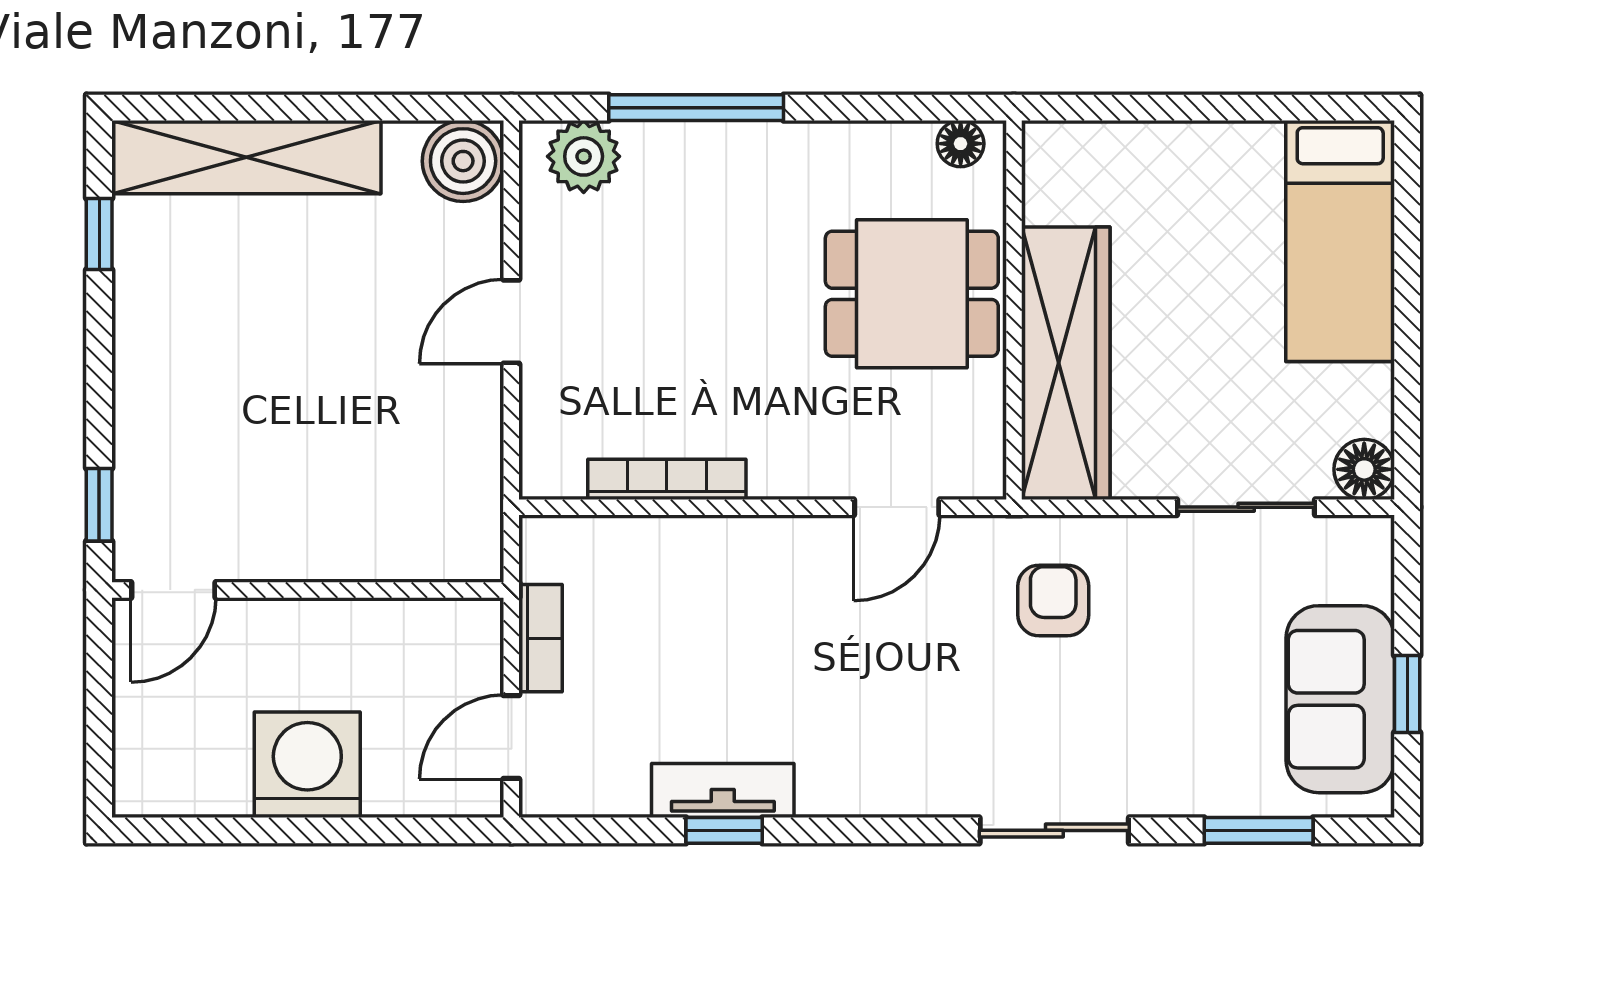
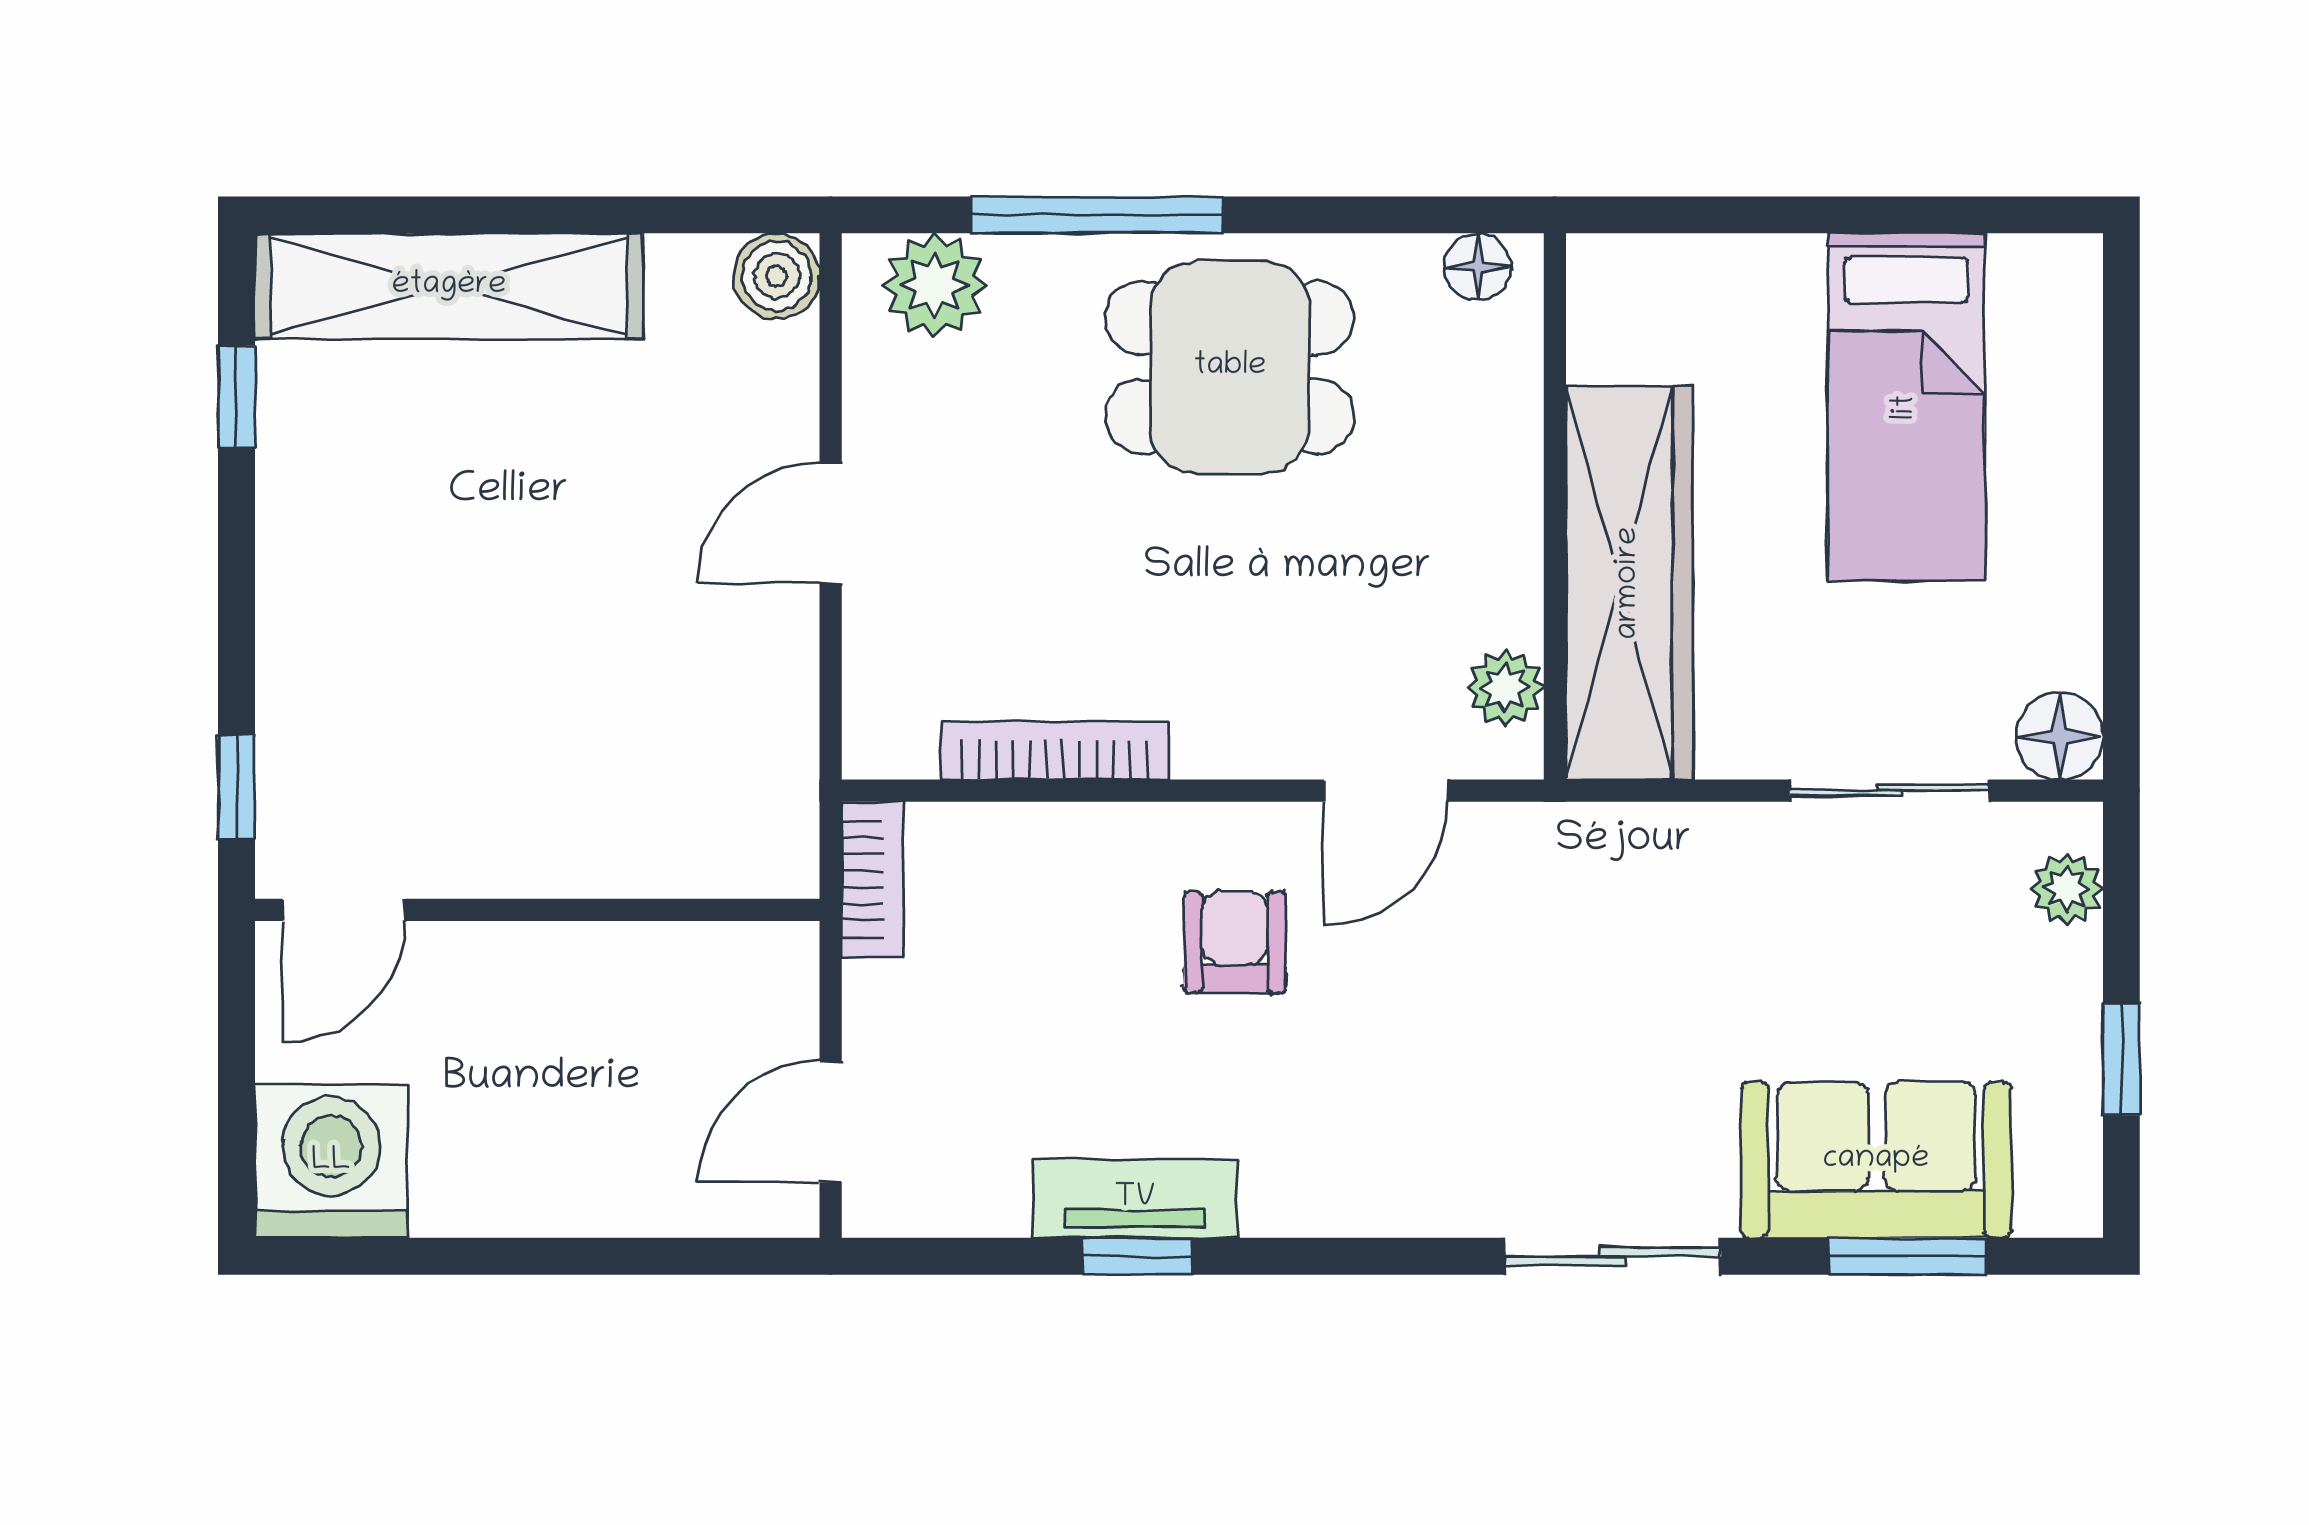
boiler: (463, 161) -> (777, 276), width x0.73, depth x0.73
bed: (1340, 241) -> (1906, 407), moved
dining table: (912, 294) -> (1230, 367), moved
plant: (980, 436) -> (1505, 688), added
plant: (1369, 575) -> (2067, 889), added
armchair: (1053, 601) -> (1235, 942), moved
bookcase: (541, 638) -> (873, 879), moved
sofa: (1340, 699) -> (1876, 1160), moved, turned 90
washing machine: (307, 765) -> (331, 1162), moved

